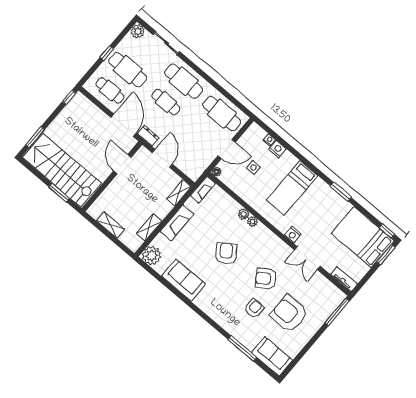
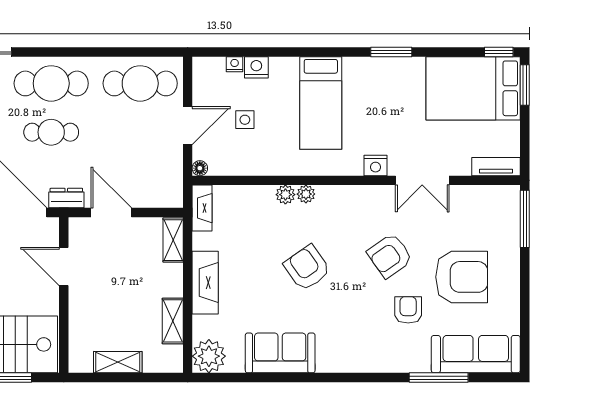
armchair: (289, 314) -> (462, 277), turned 180
sofa: (272, 356) -> (476, 354), width x1.36

